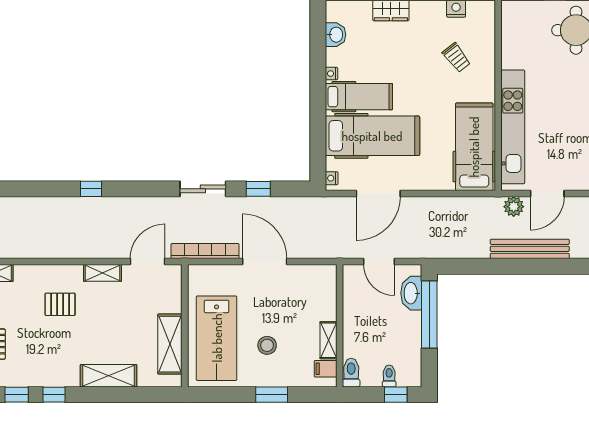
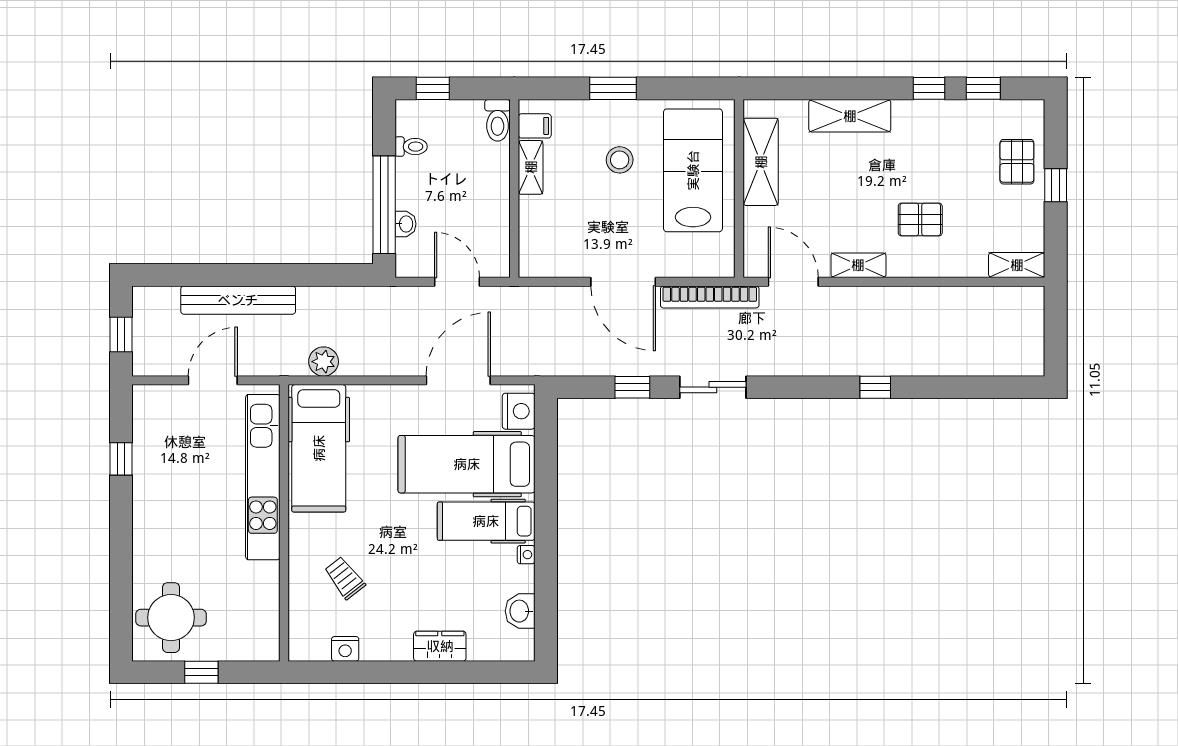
nightstand: (332, 178) -> (519, 411), width x1.89, depth x1.79
plant: (514, 207) -> (324, 362), moved
door: (148, 261) -> (793, 282), swing flipped
washbasin: (411, 293) -> (405, 224), width x0.52, depth x0.69
toilet: (389, 376) -> (411, 147), moved, turned -90

